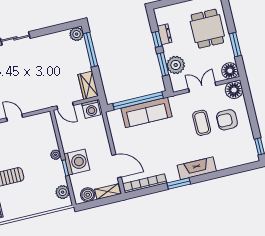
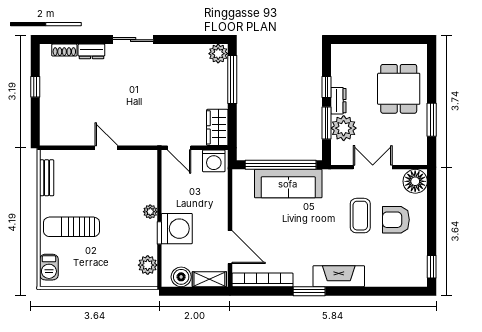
dresser: (165, 34) -> (338, 101), moved
floor lamp: (230, 71) -> (416, 154), removed

